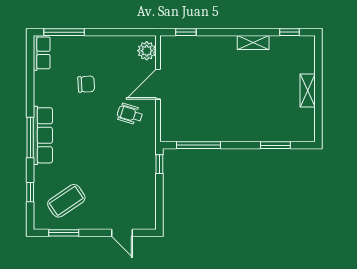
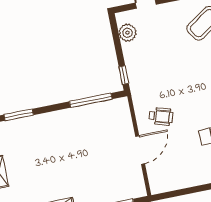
plant: (147, 51) -> (128, 33), moved

